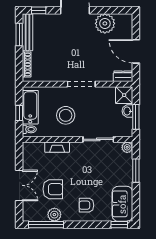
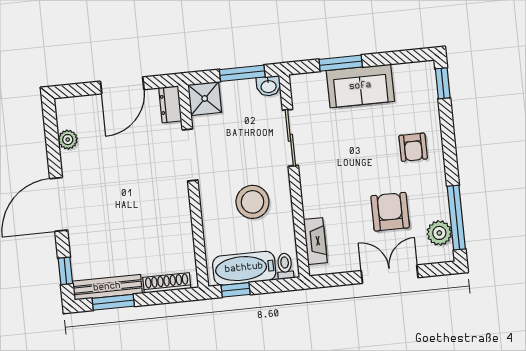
plant: (105, 23) -> (68, 140), width x0.53, depth x0.53
doorway: (81, 84) -> (190, 155), moved
washbasin: (127, 111) -> (268, 86), moved
window: (19, 113) -> (236, 290), moved
fireplace: (57, 147) -> (315, 241), moved
plant: (127, 147) -> (300, 83), removed
sofa: (122, 204) -> (360, 86), moved
plant: (54, 215) -> (439, 233), moved

